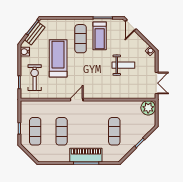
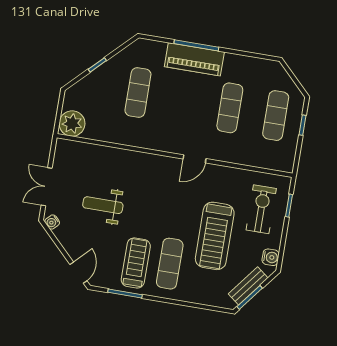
exercise bike: (35, 78) -> (261, 209), turned 180
double door: (157, 83) -> (47, 187), moved

